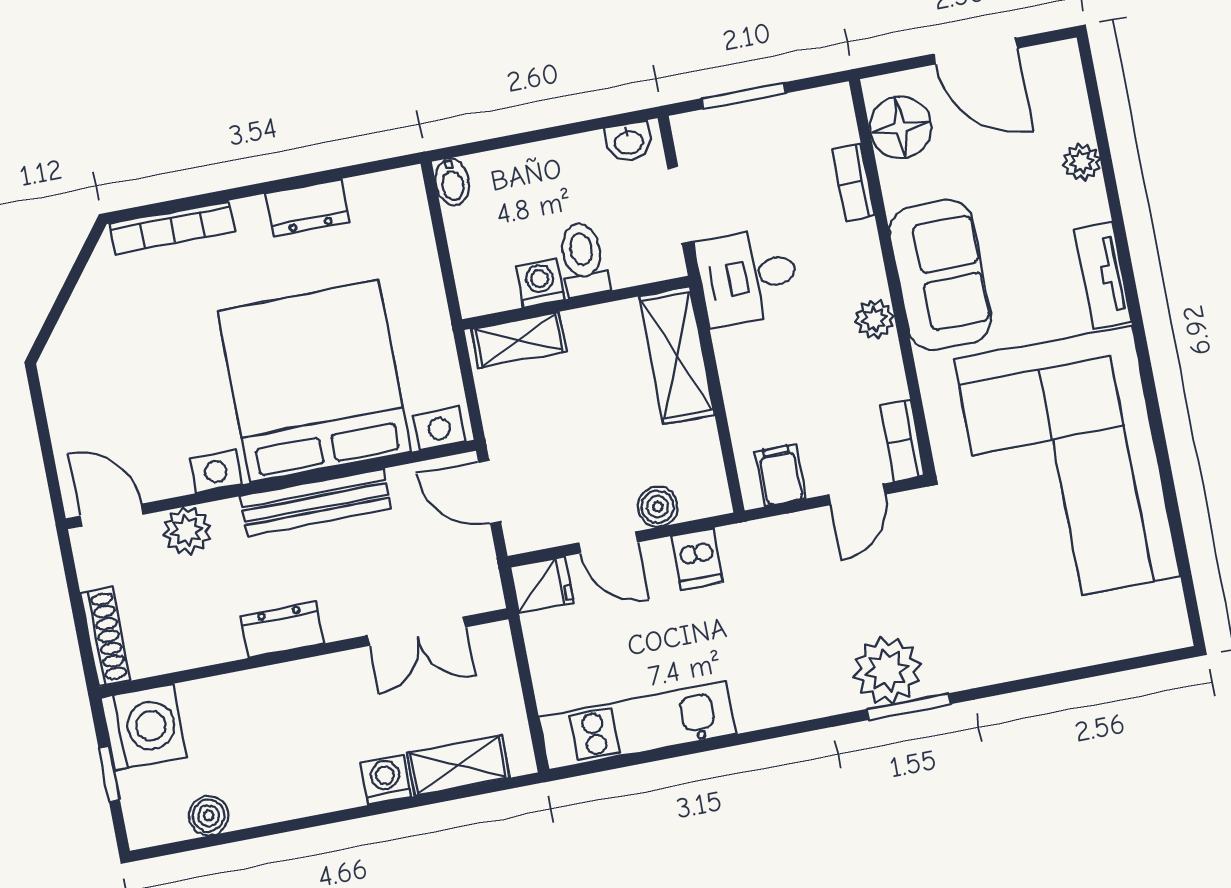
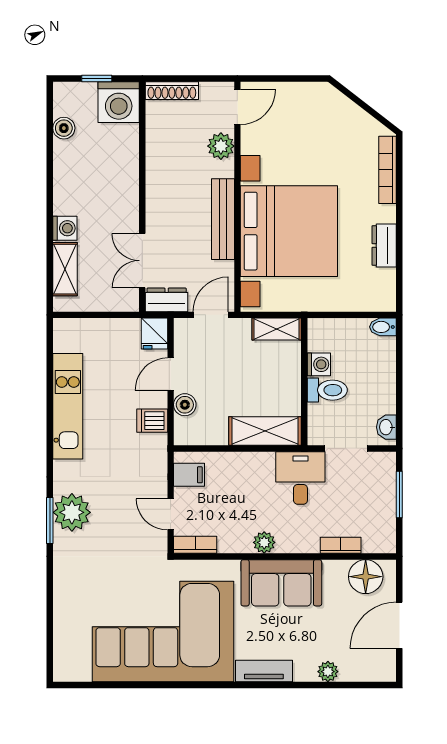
shelving: (519, 340) -> (277, 329), moved, turned 90
dresser: (282, 630) -> (167, 300), moved, turned -90
kitchen unit: (638, 726) -> (68, 406), moved

